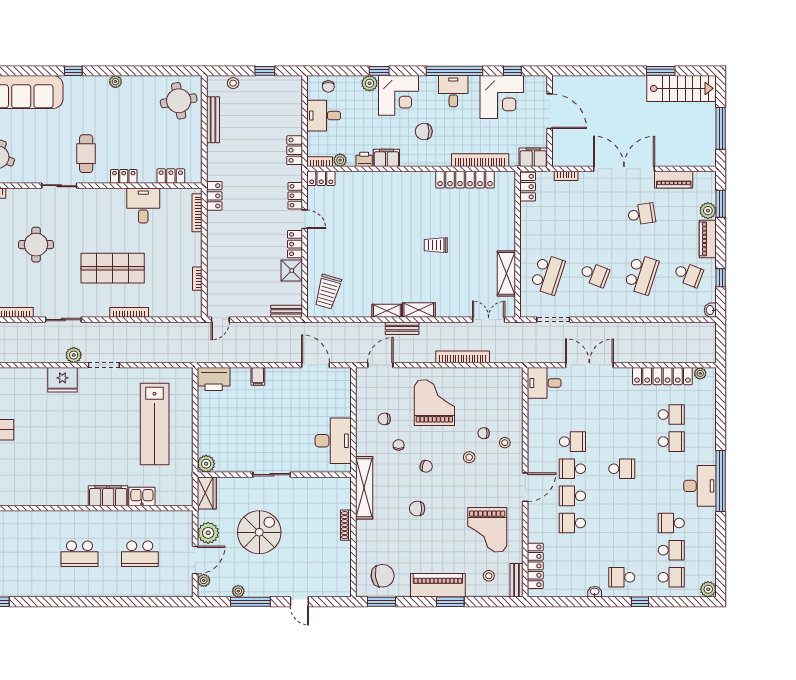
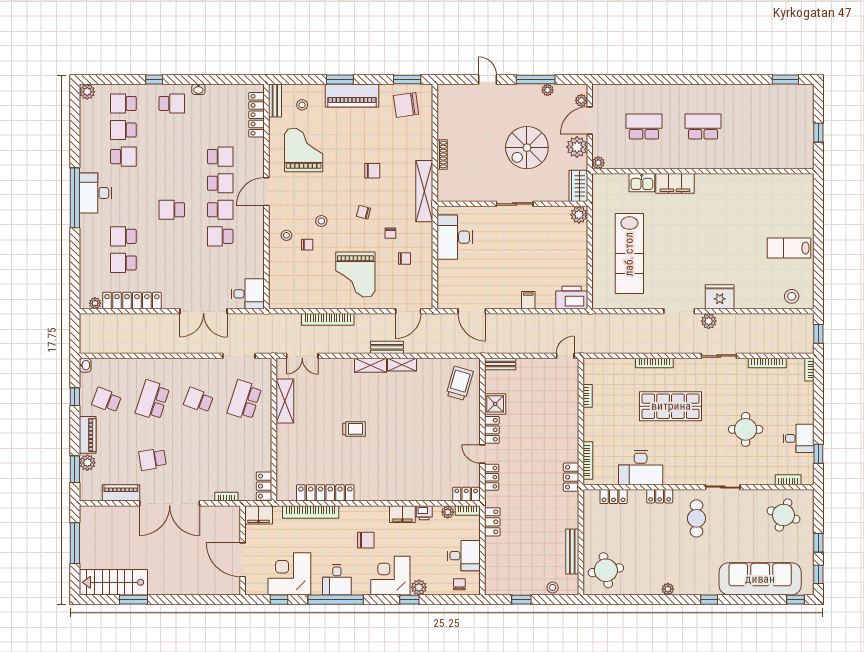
desk: (143, 206) -> (641, 468), width x1.37
lab bench: (155, 424) -> (629, 254), turned 180
plant: (186, 517) -> (598, 163), added

